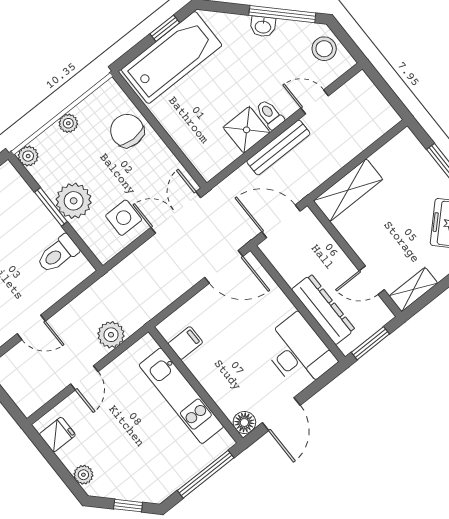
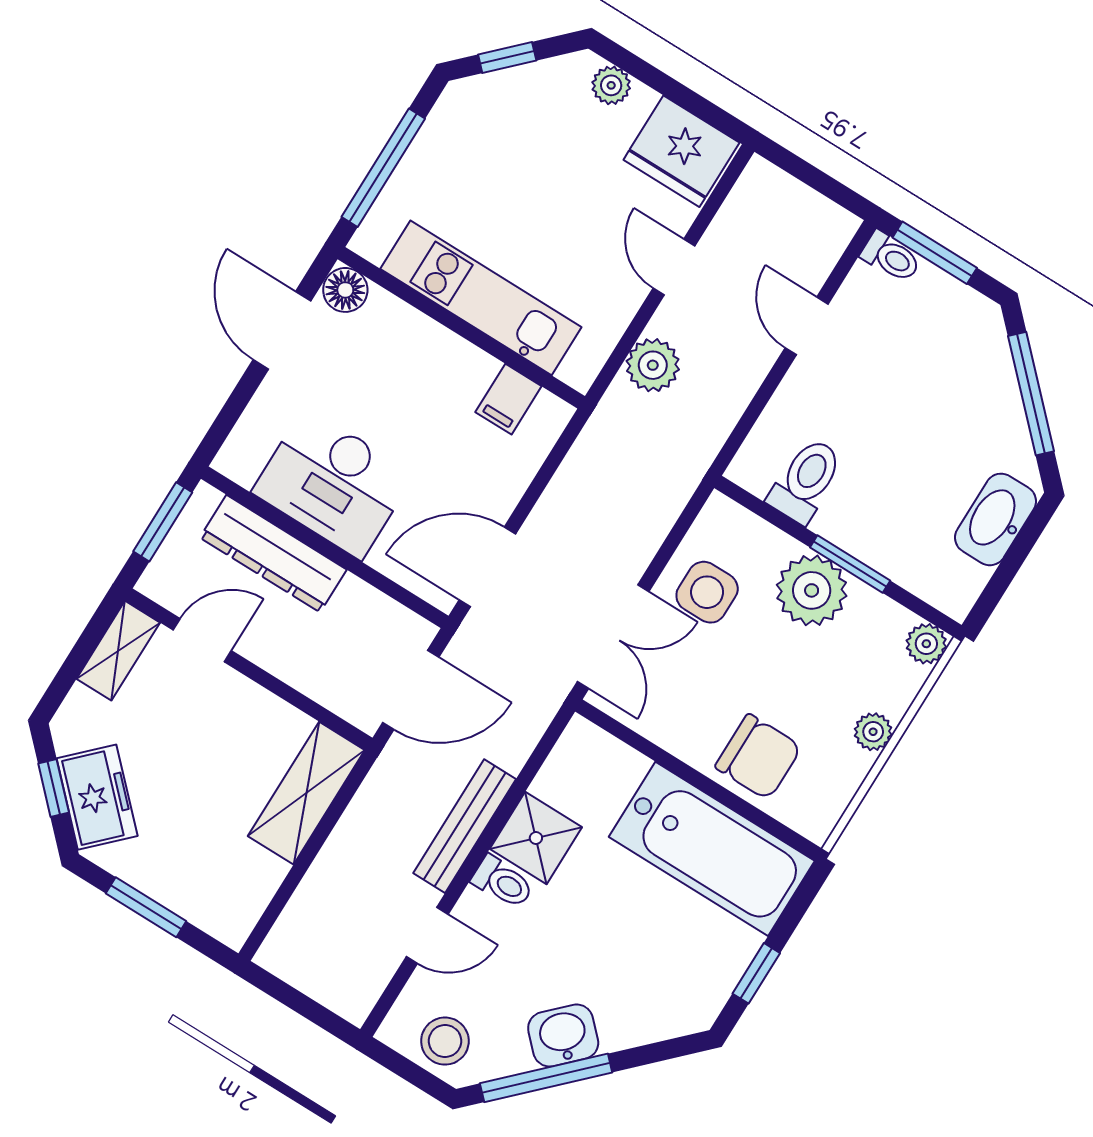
washbasin: (263, 26) -> (563, 1036), width x1.38, depth x1.45
bathtub: (172, 57) -> (712, 849), moved, turned -90
door: (31, 327) -> (807, 326), hinge flipped
desk: (298, 352) -> (333, 483), moved
fridge: (57, 435) -> (681, 151), width x1.88, depth x1.34

